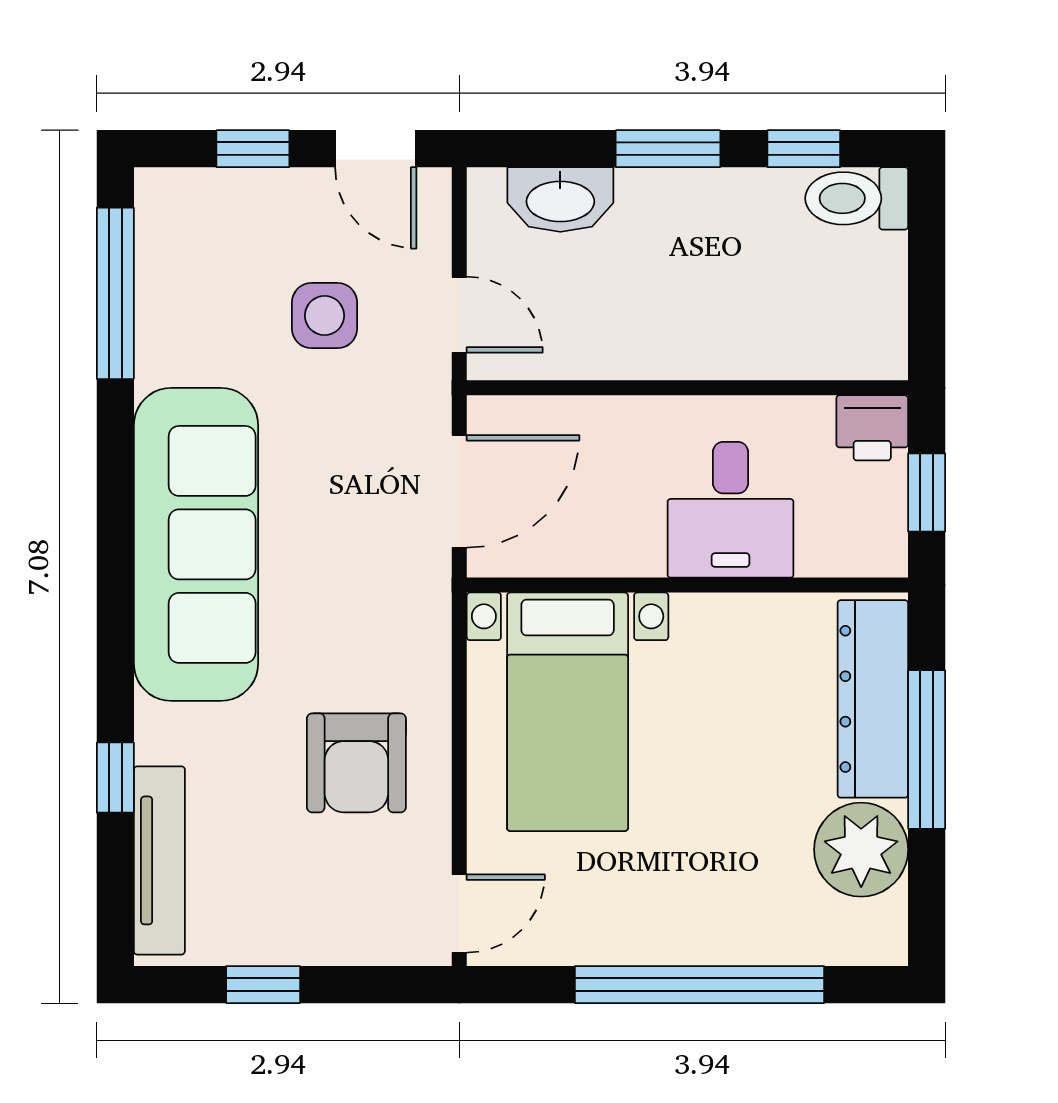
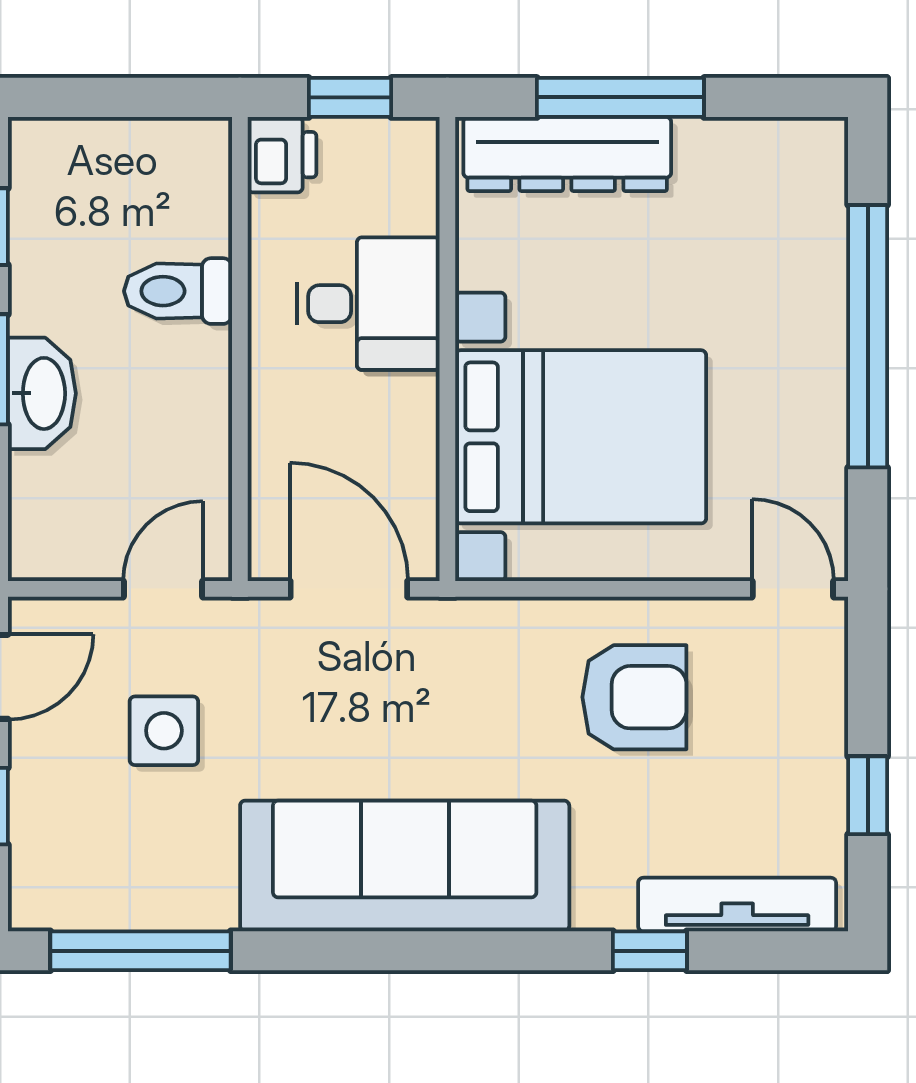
toilet: (857, 198) -> (178, 291), moved, turned 90
washbasin: (560, 200) -> (42, 393), moved
bed with nightstands: (568, 712) -> (581, 437), width x1.36
plant: (861, 850) -> (726, 166), removed

